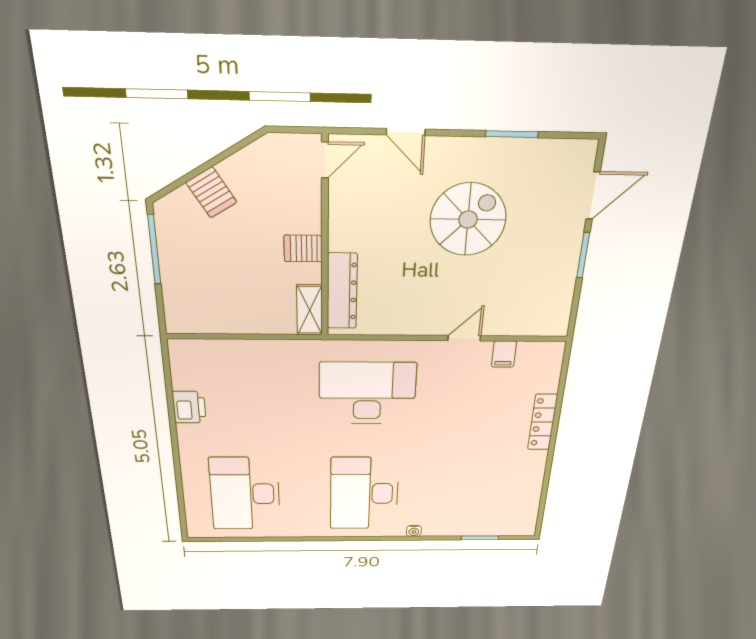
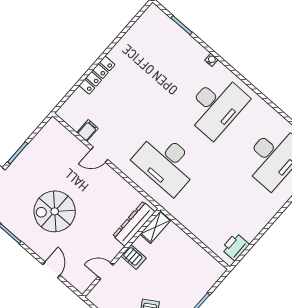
door: (325, 160) -> (106, 271), moved
printer: (189, 407) -> (235, 247), moved

